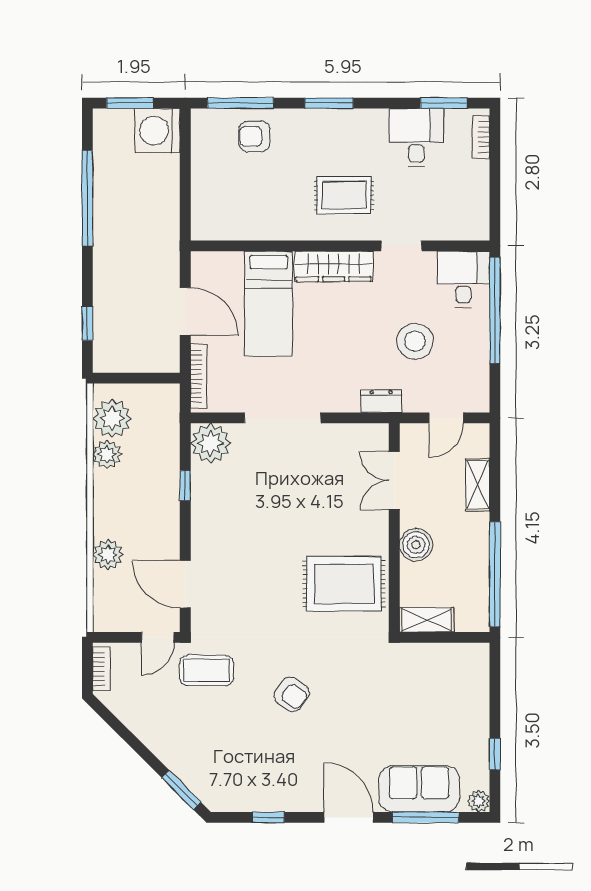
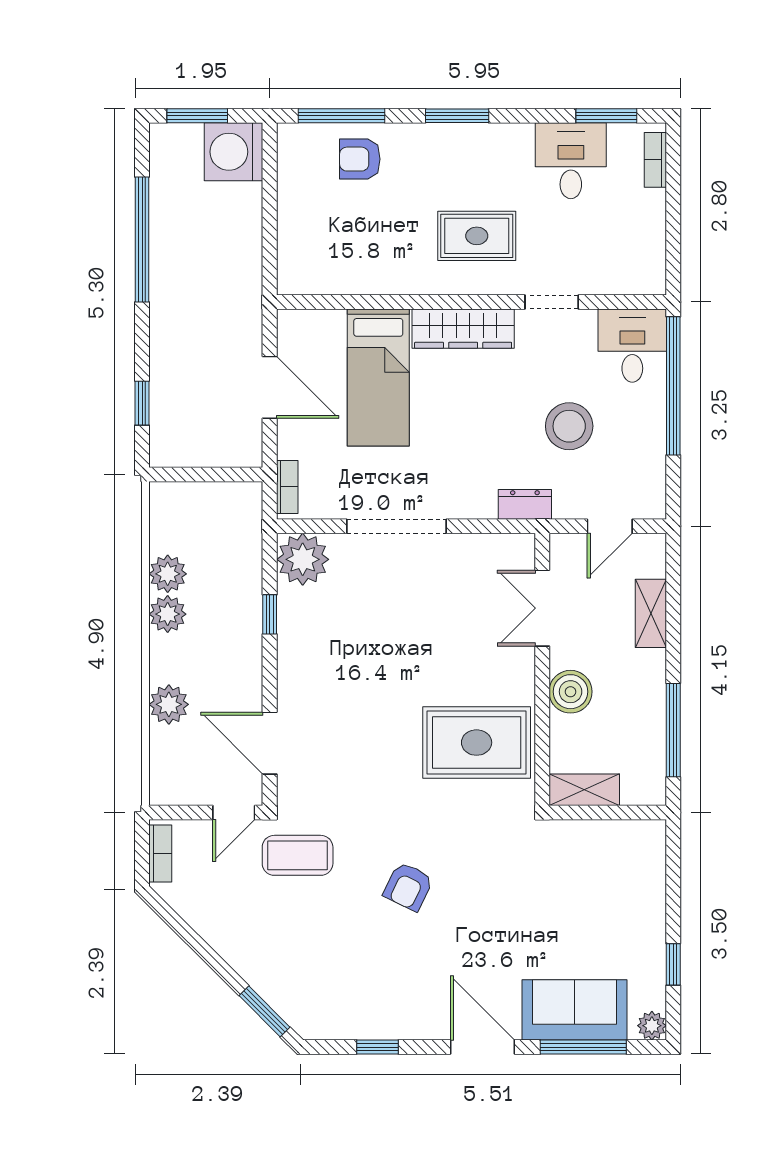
bookcase: (199, 376) -> (287, 487), width x0.64
plant: (112, 418) -> (168, 614), moved, width x0.73, depth x0.73
window: (495, 574) -> (673, 730), width x0.68
armchair: (292, 694) -> (408, 887), turned 80

